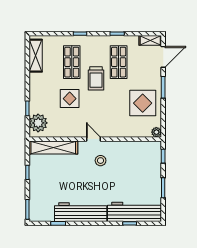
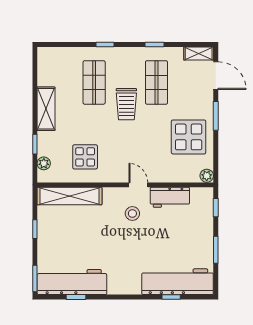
shelving: (36, 56) -> (46, 109), moved
door: (163, 57) -> (216, 76), hinge flipped
display table: (70, 99) -> (85, 157), moved
plant: (38, 123) -> (44, 163), width x0.53, depth x0.53
door: (94, 139) -> (138, 185), moved
workbench: (129, 148) -> (170, 197), added
workbench: (81, 212) -> (72, 282), moved

